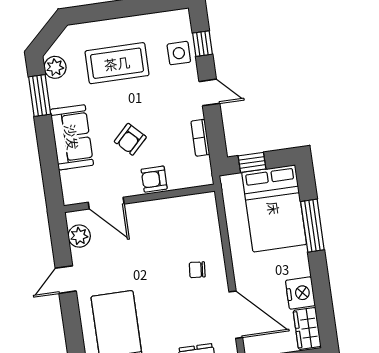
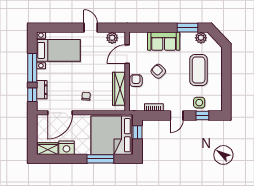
bed: (274, 208) -> (112, 135), width x1.36
wardrobe: (174, 209) -> (119, 89), added

